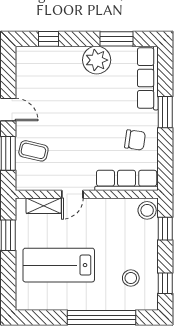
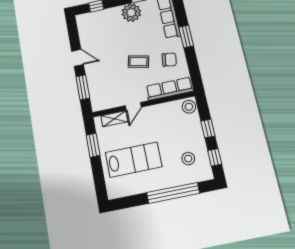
coffee table: (33, 151) -> (138, 62), moved
window: (165, 229) -> (208, 129), moved
lab bench: (59, 265) -> (134, 160), turned 180

